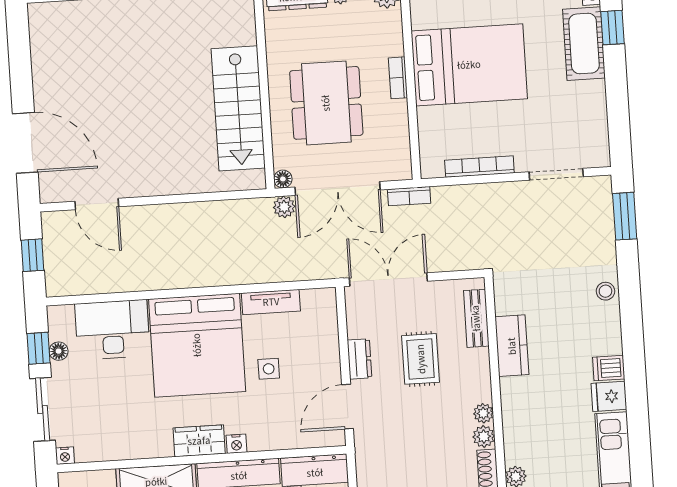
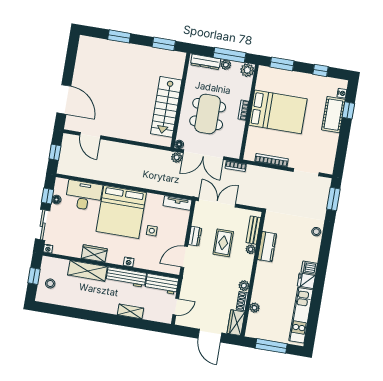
tv unit: (271, 302) -> (177, 203), moved
plant: (483, 413) -> (251, 249), moved
wardrobe: (199, 441) -> (94, 253), moved

